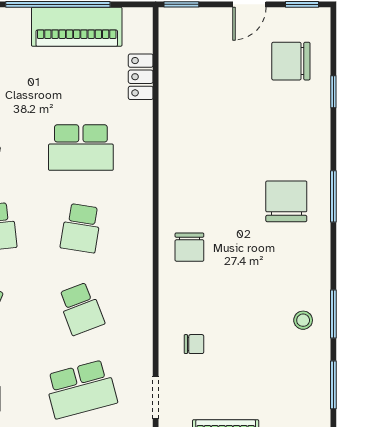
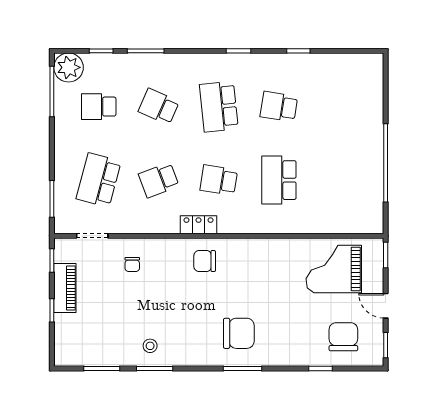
piano: (77, 27) -> (369, 177), removed
grand piano: (200, 74) -> (334, 269), added
locker: (141, 77) -> (199, 225), moved
school desk: (81, 389) -> (99, 180), turned 30

